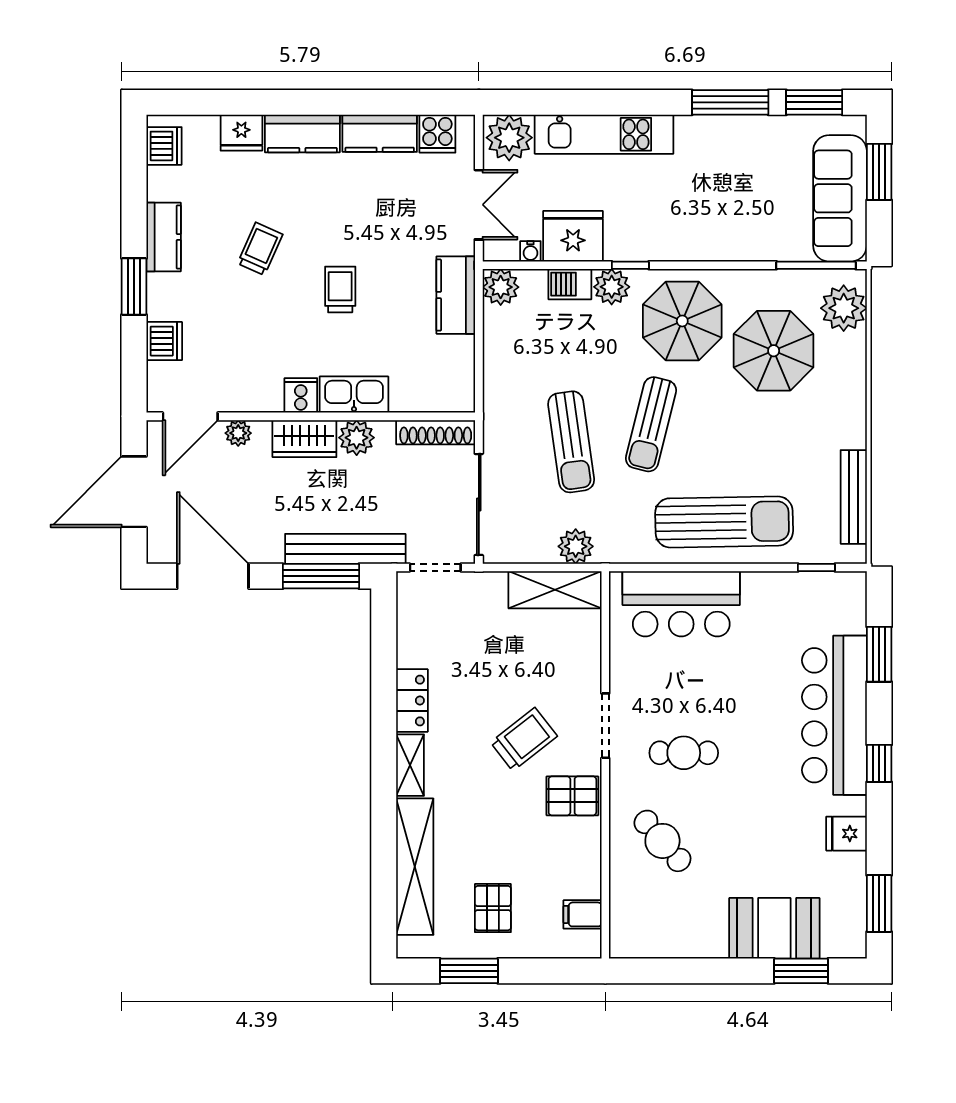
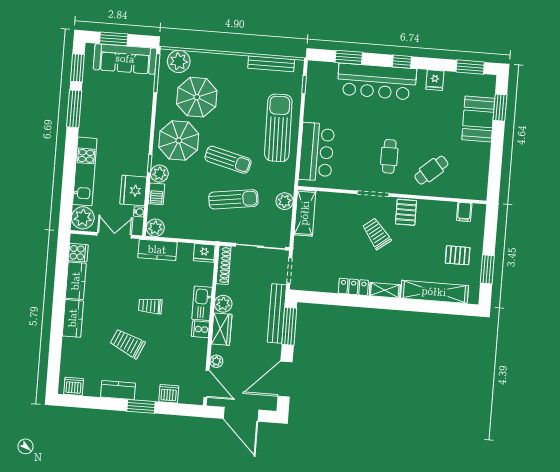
fridge: (241, 133) -> (204, 253), moved, turned 90
trolley: (260, 249) -> (127, 343), width x1.36, depth x1.39

